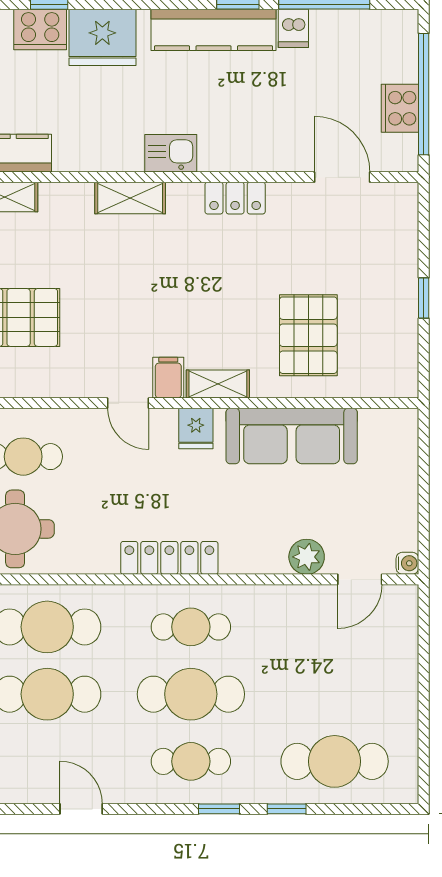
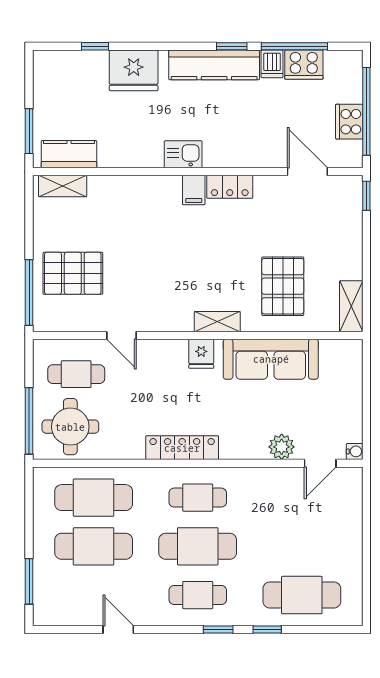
cooker: (40, 30) -> (304, 65), moved
shelving: (130, 198) -> (351, 306), moved, turned 90
window: (424, 298) -> (366, 196), moved
filing cabinet: (168, 378) -> (194, 190), moved, turned 180
door: (128, 403) -> (121, 335), moved

